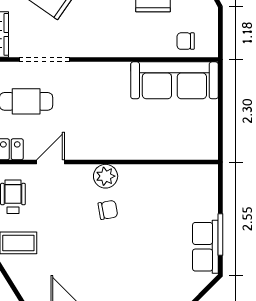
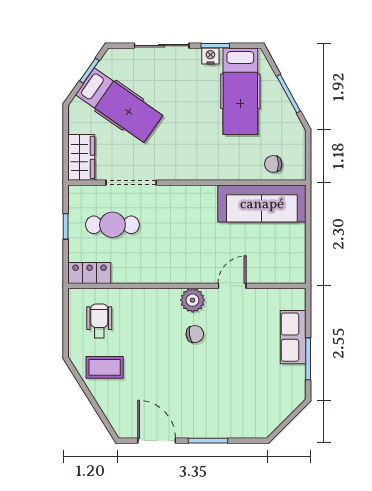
door: (50, 162) -> (232, 286), moved
row of seats: (205, 247) -> (293, 337), moved

